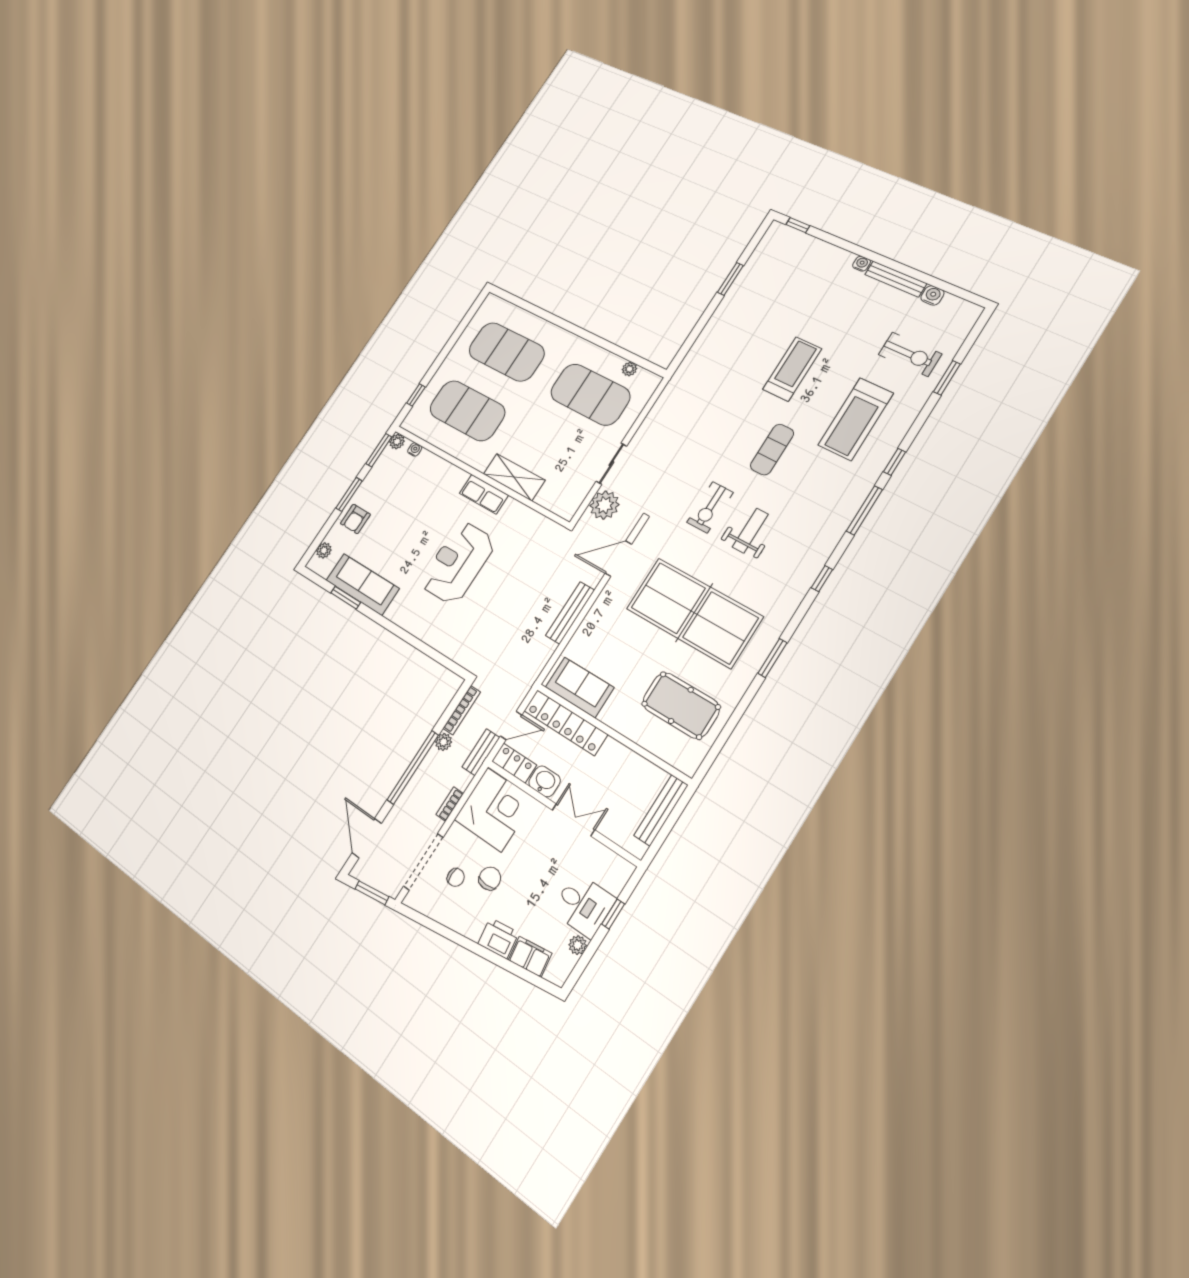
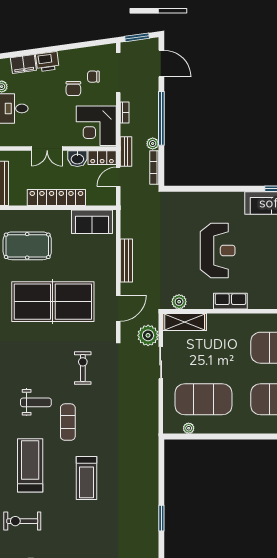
shelving: (514, 477) -> (185, 322), moved
plant: (542, 526) -> (179, 302), added
weight bench: (750, 531) -> (36, 402), moved, turned -90
locker: (565, 723) -> (56, 198), moved

